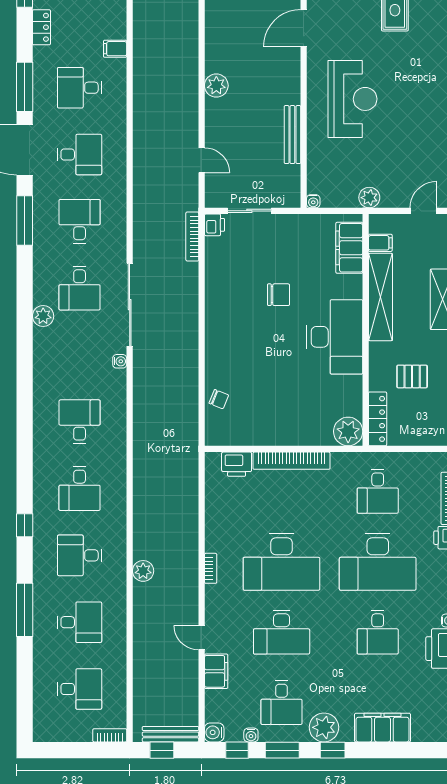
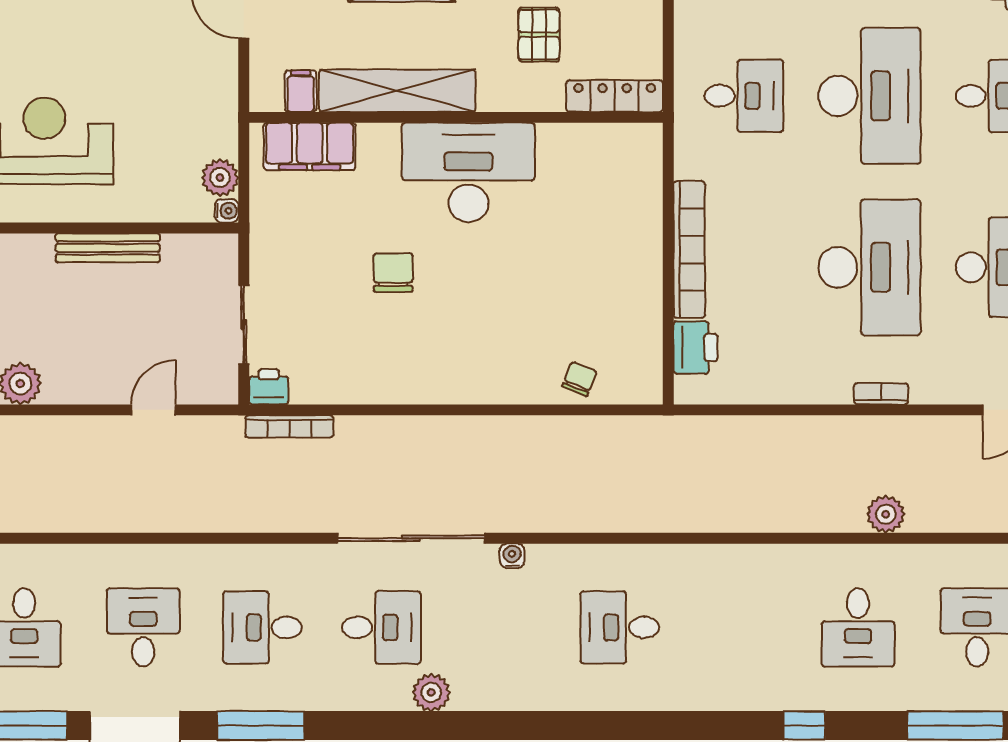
plant: (369, 198) -> (220, 178), moved
plant: (348, 431) -> (637, 149), removed
desk: (80, 489) -> (739, 627), removed

